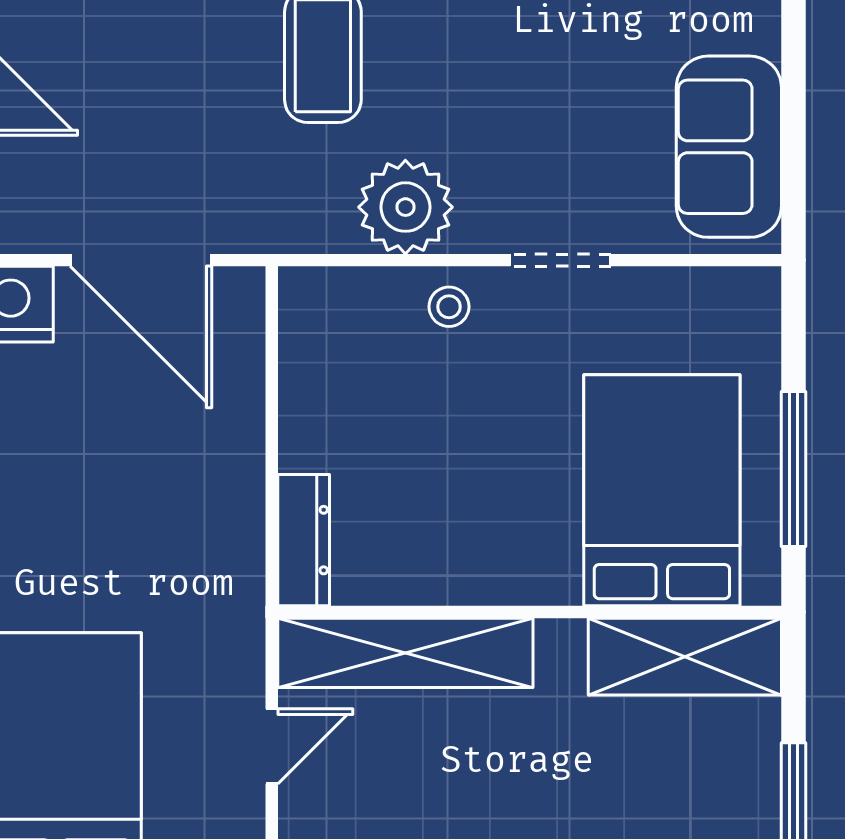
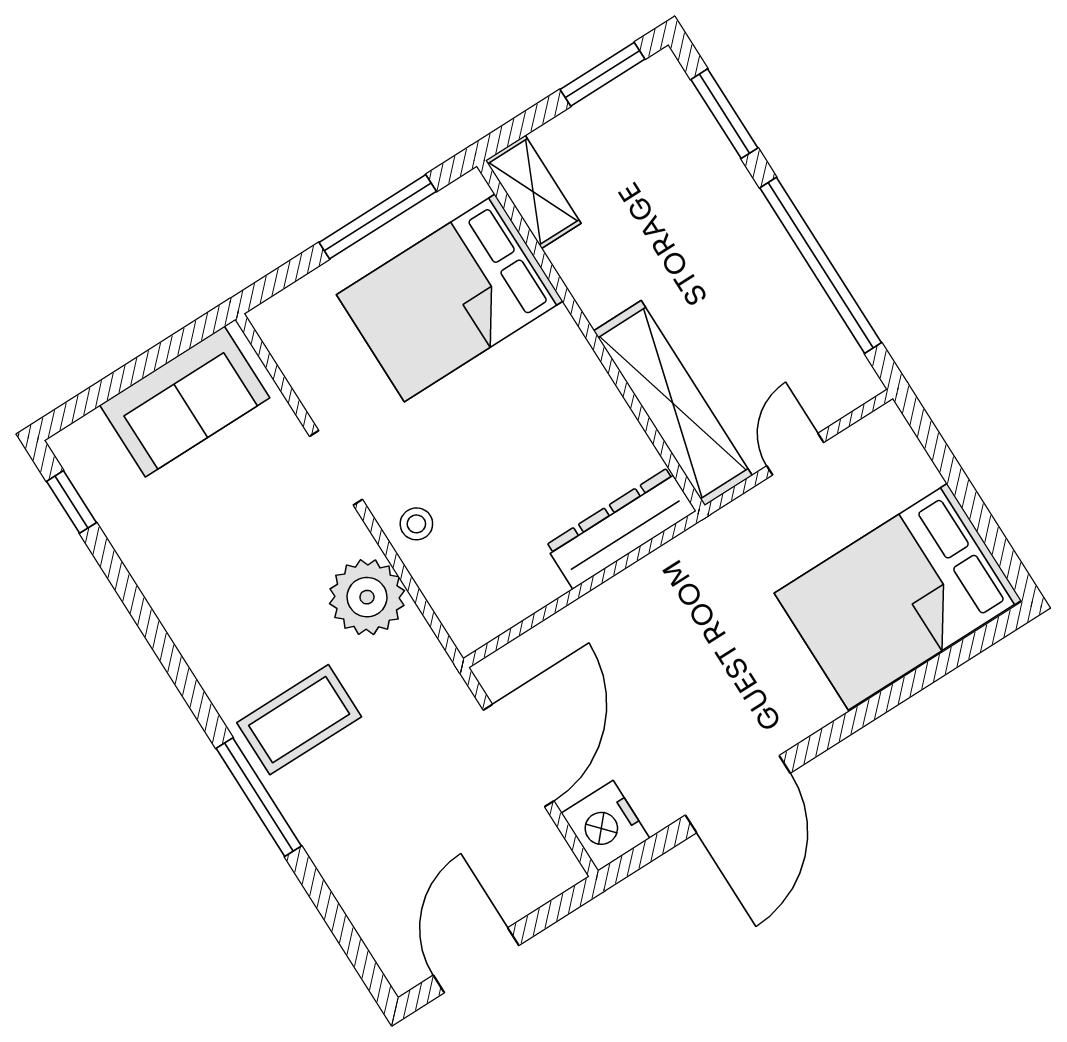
dresser: (304, 540) -> (621, 528), width x1.37, depth x1.24
shelving: (685, 657) -> (533, 192), width x0.67, depth x0.75
door: (272, 746) -> (795, 454), hinge flipped

